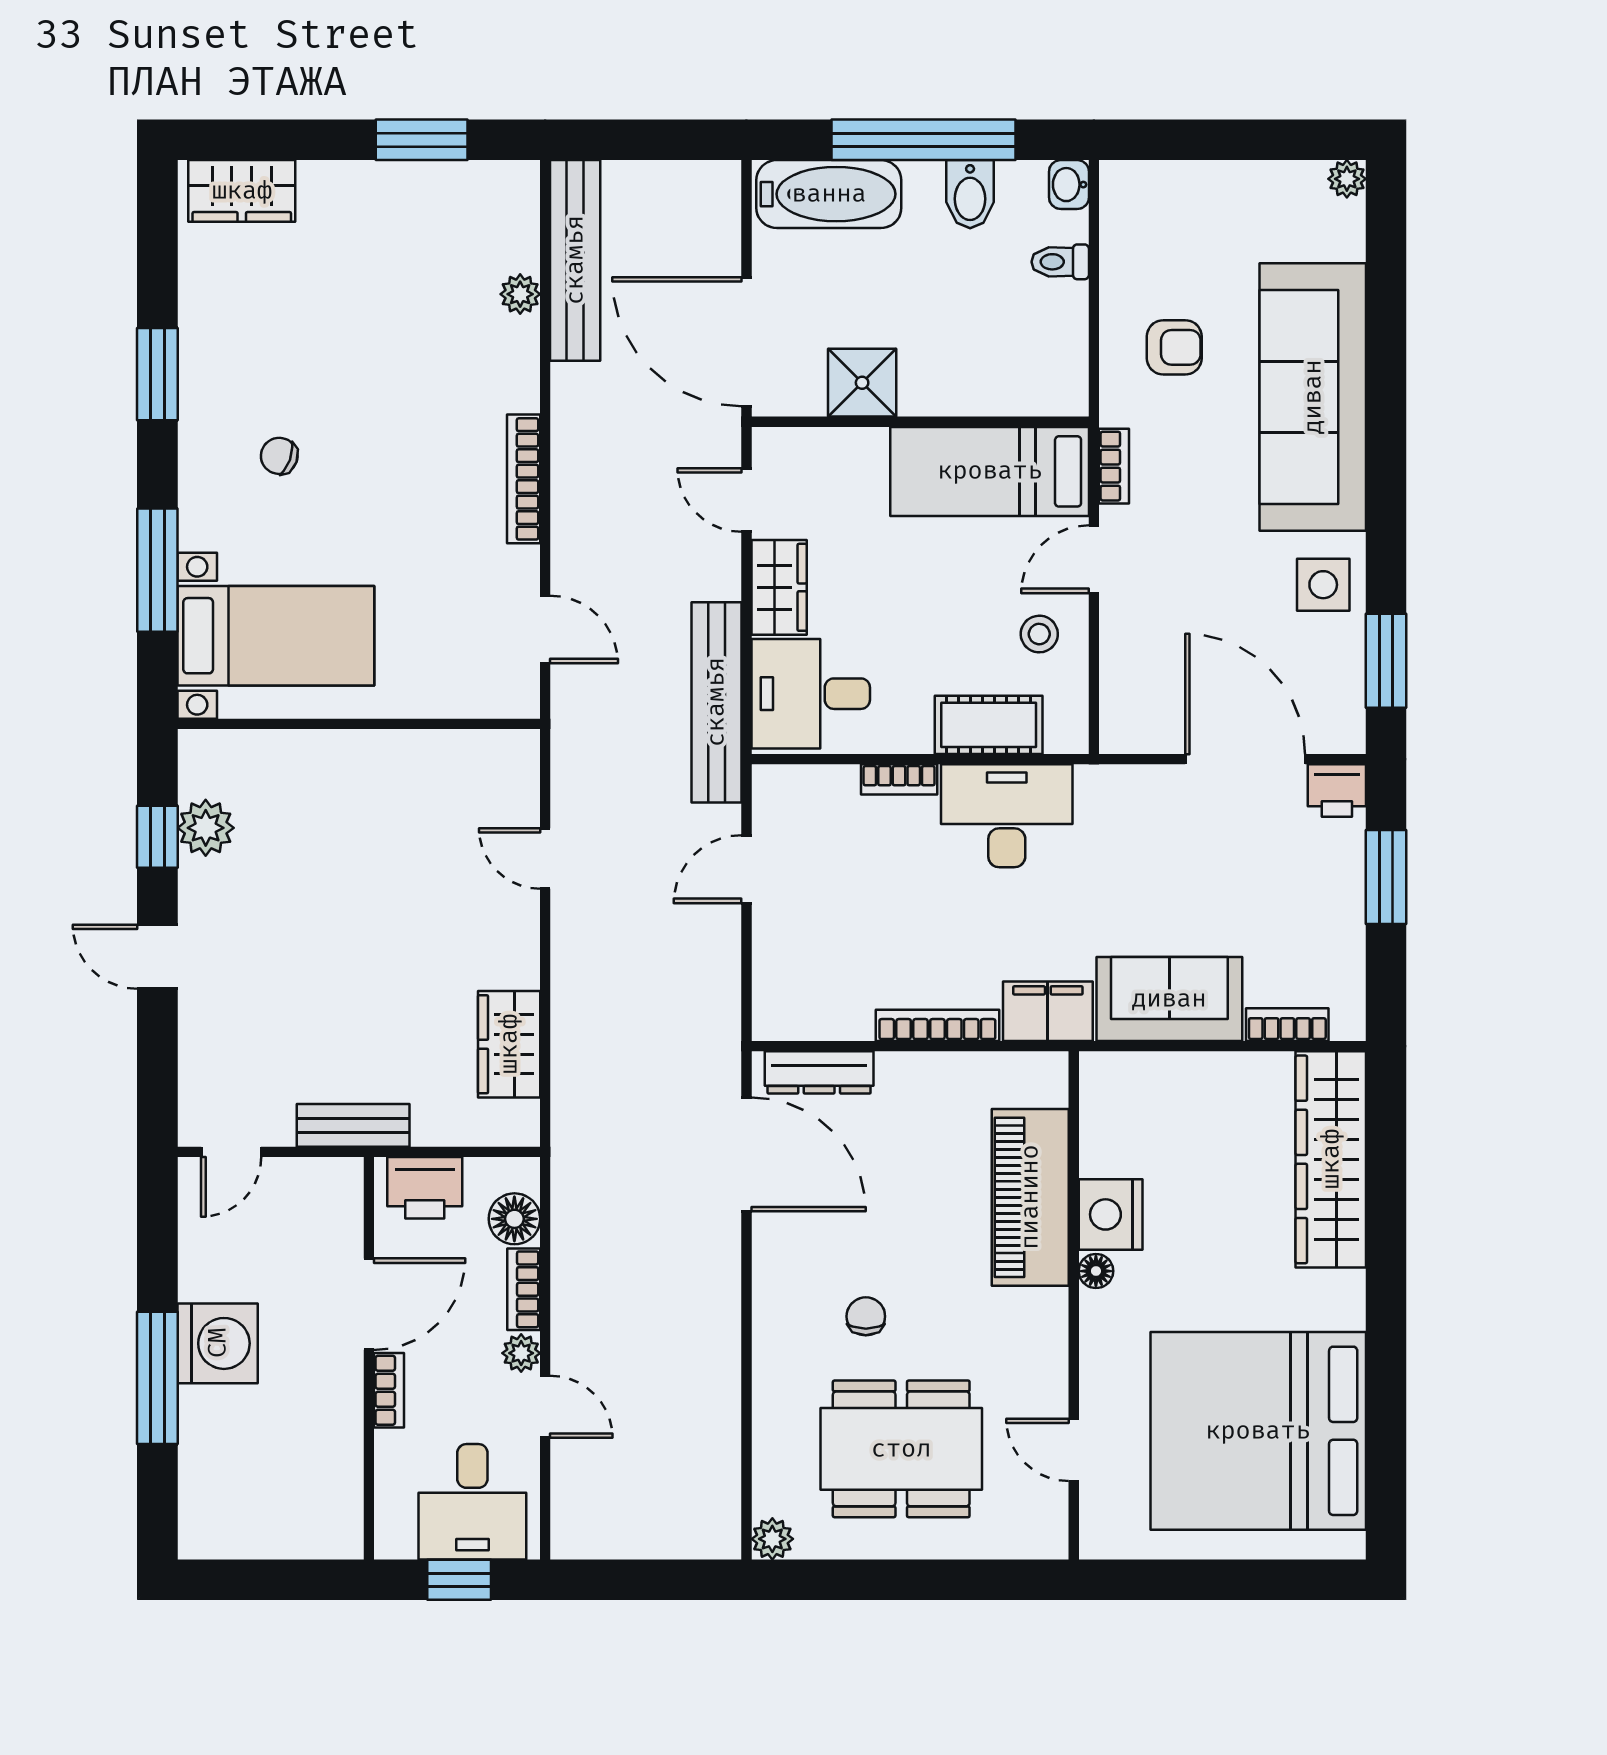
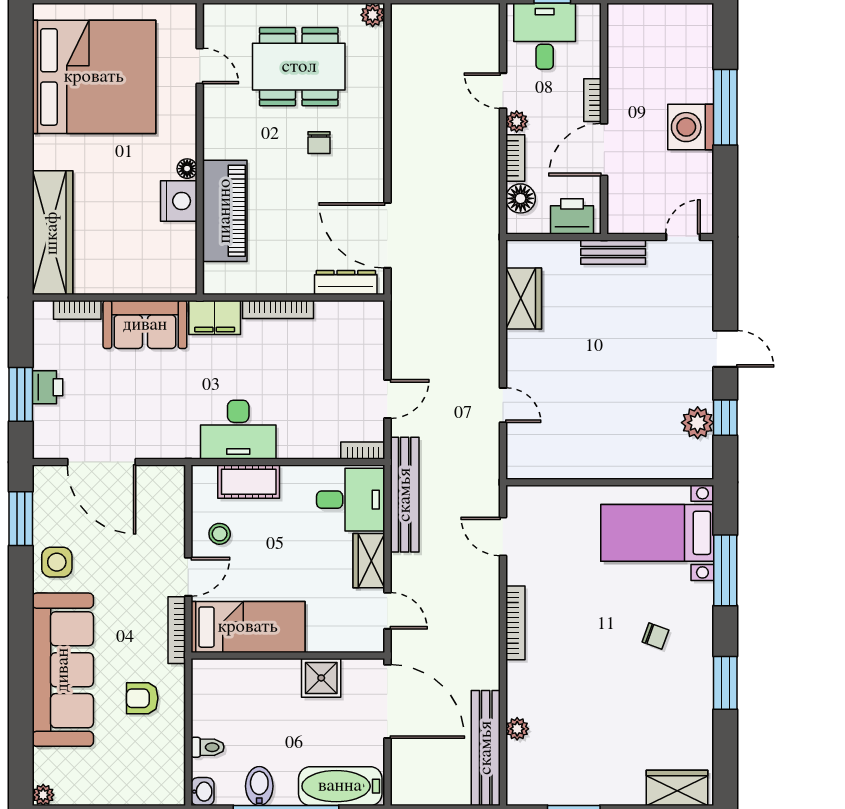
bookcase: (1114, 466) -> (177, 630), width x1.56
bookcase: (899, 779) -> (363, 450), moved
printer: (1337, 790) -> (47, 387), moved, turned 90

